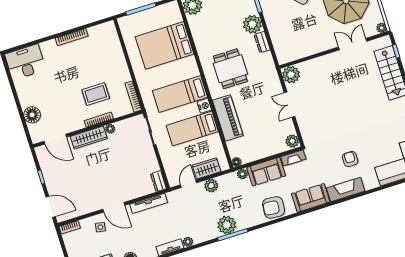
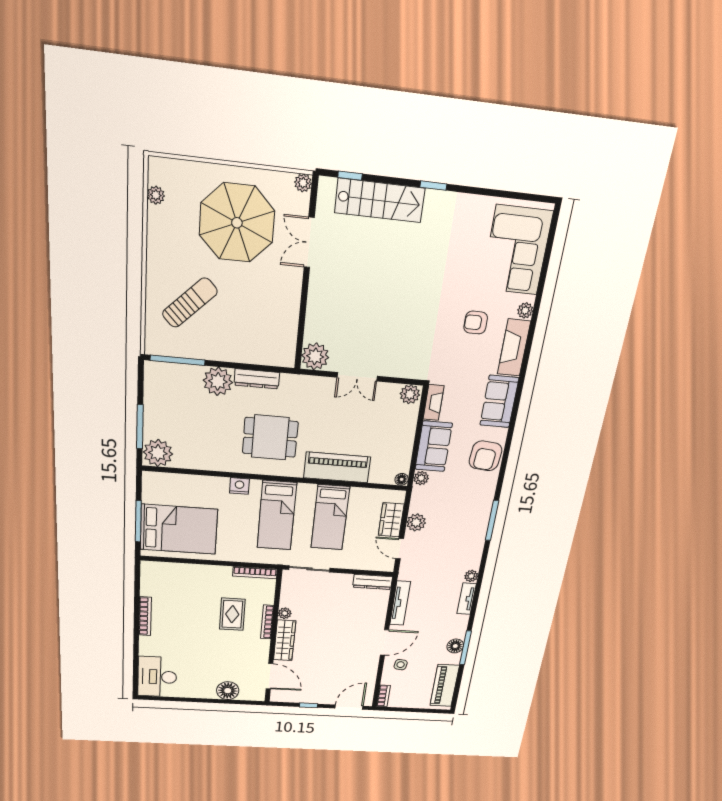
dresser: (262, 42) -> (257, 379), width x1.44
bed: (165, 45) -> (179, 529), moved, turned -90
nightstand: (204, 106) -> (239, 486), moved
door: (55, 139) -> (270, 676), hinge flipped
dresser: (158, 181) -> (373, 582), width x1.44
plant: (227, 225) -> (525, 310), moved, width x0.53, depth x0.53

